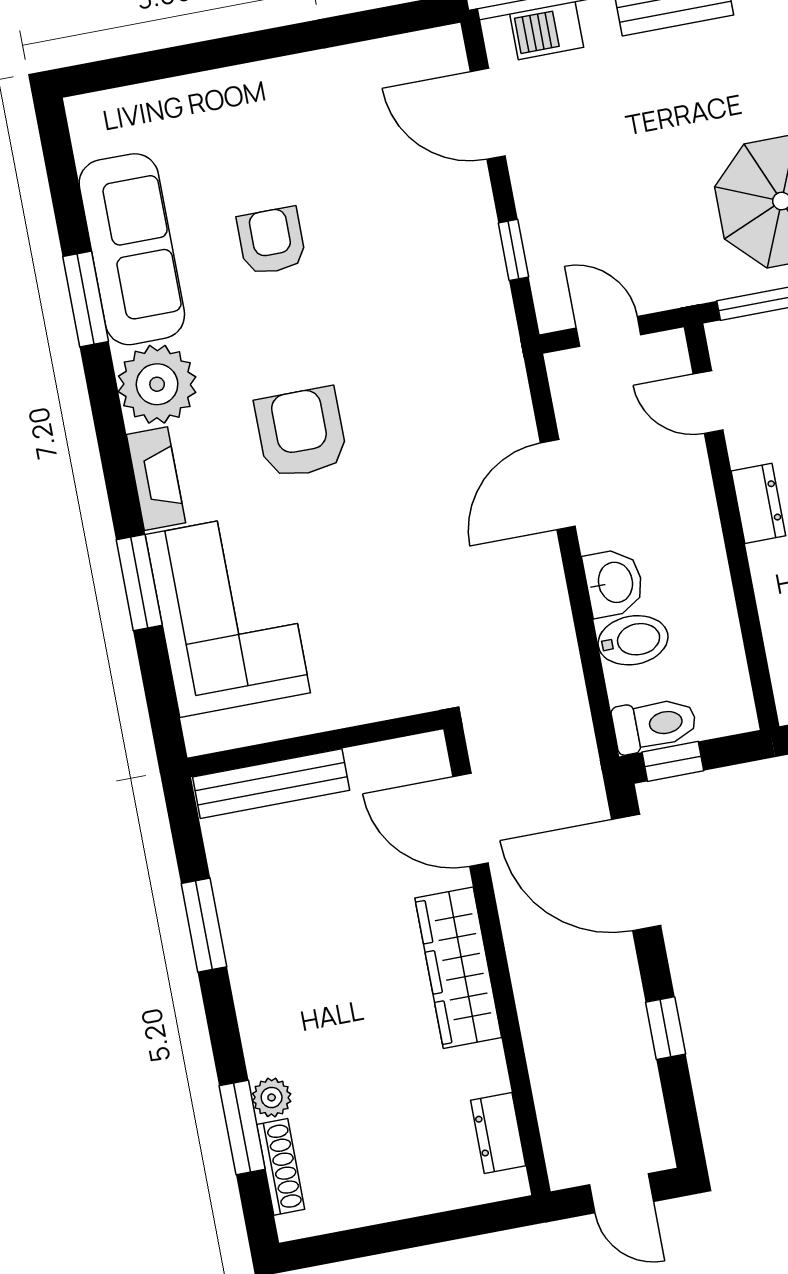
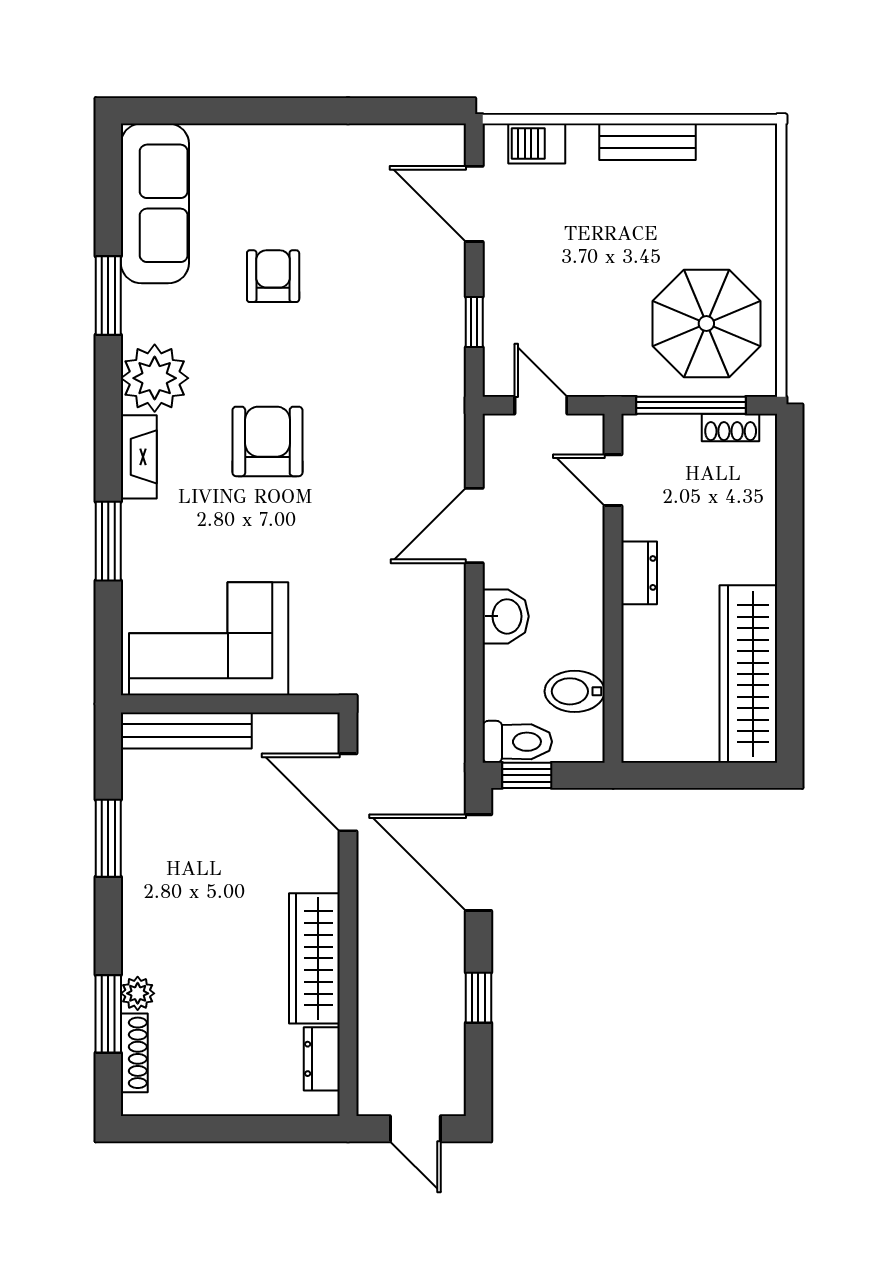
sofa: (132, 249) -> (155, 203), moved
corner sofa: (228, 614) -> (209, 639), moved, turned -90
bidet: (633, 640) -> (575, 691), moved, turned 180
wardrobe: (458, 968) -> (314, 958), moved

